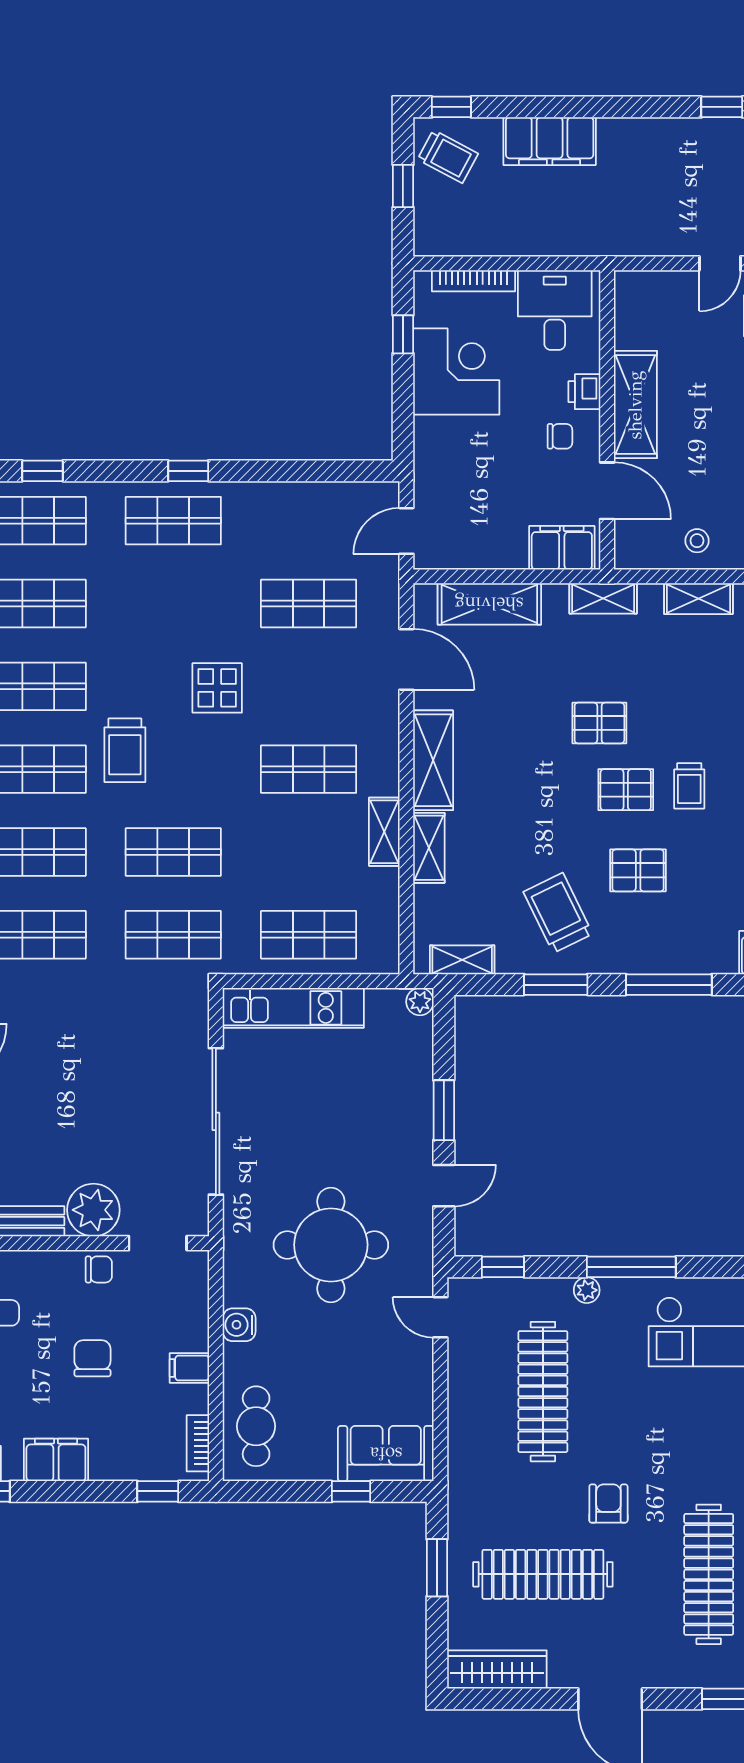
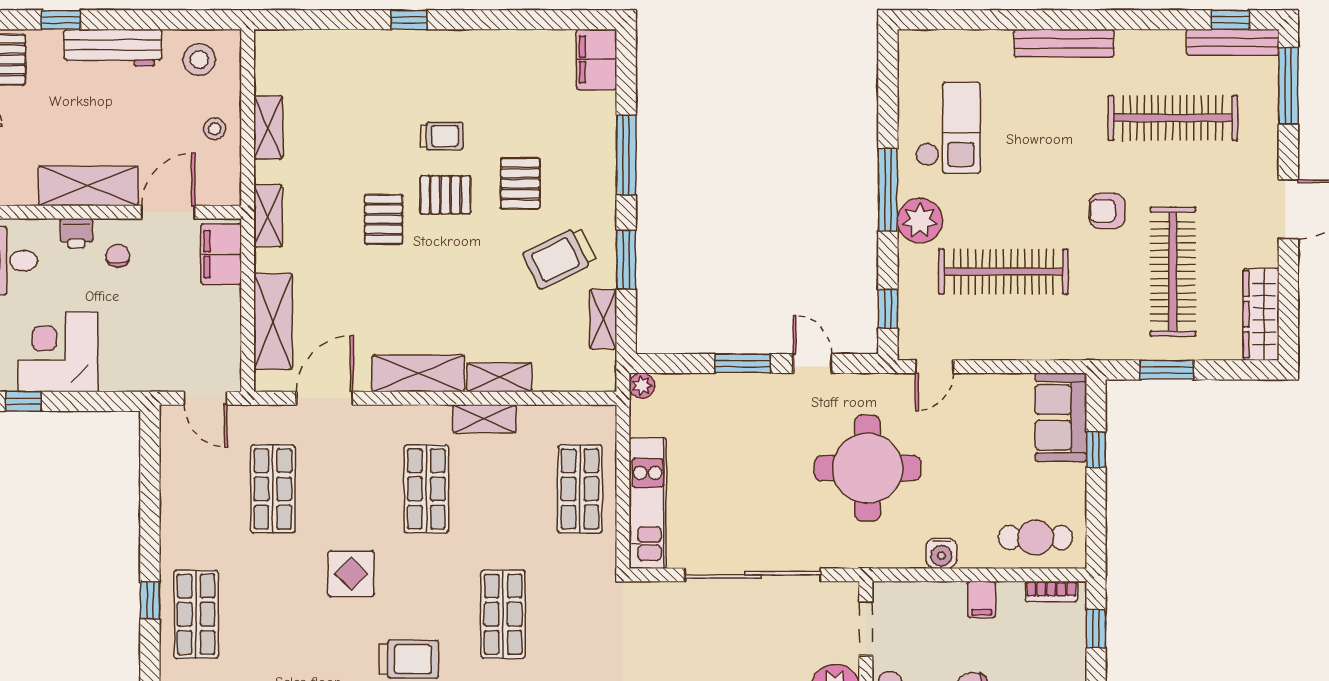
pallet: (626, 790) -> (445, 195), turned 90
shop shelf: (173, 935) -> (580, 614), removed
shelving: (462, 960) -> (603, 319), moved
plant: (587, 1290) -> (920, 221), width x1.87, depth x1.87

